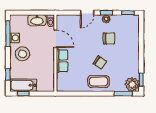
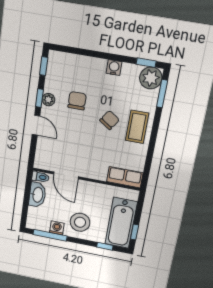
door: (55, 39) -> (66, 175), swing flipped
water cooler: (135, 59) -> (114, 68), added
row of seats: (62, 61) -> (125, 177), moved
bathtub: (23, 85) -> (121, 223), width x1.36, depth x1.36

